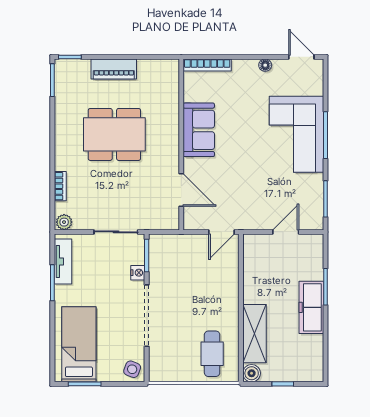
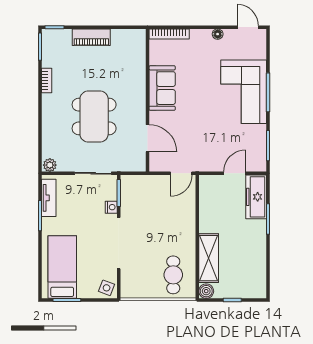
dining table: (114, 134) -> (94, 117), moved, turned 90
bookcase: (60, 186) -> (47, 81), moved
freezer: (311, 307) -> (256, 197), moved

